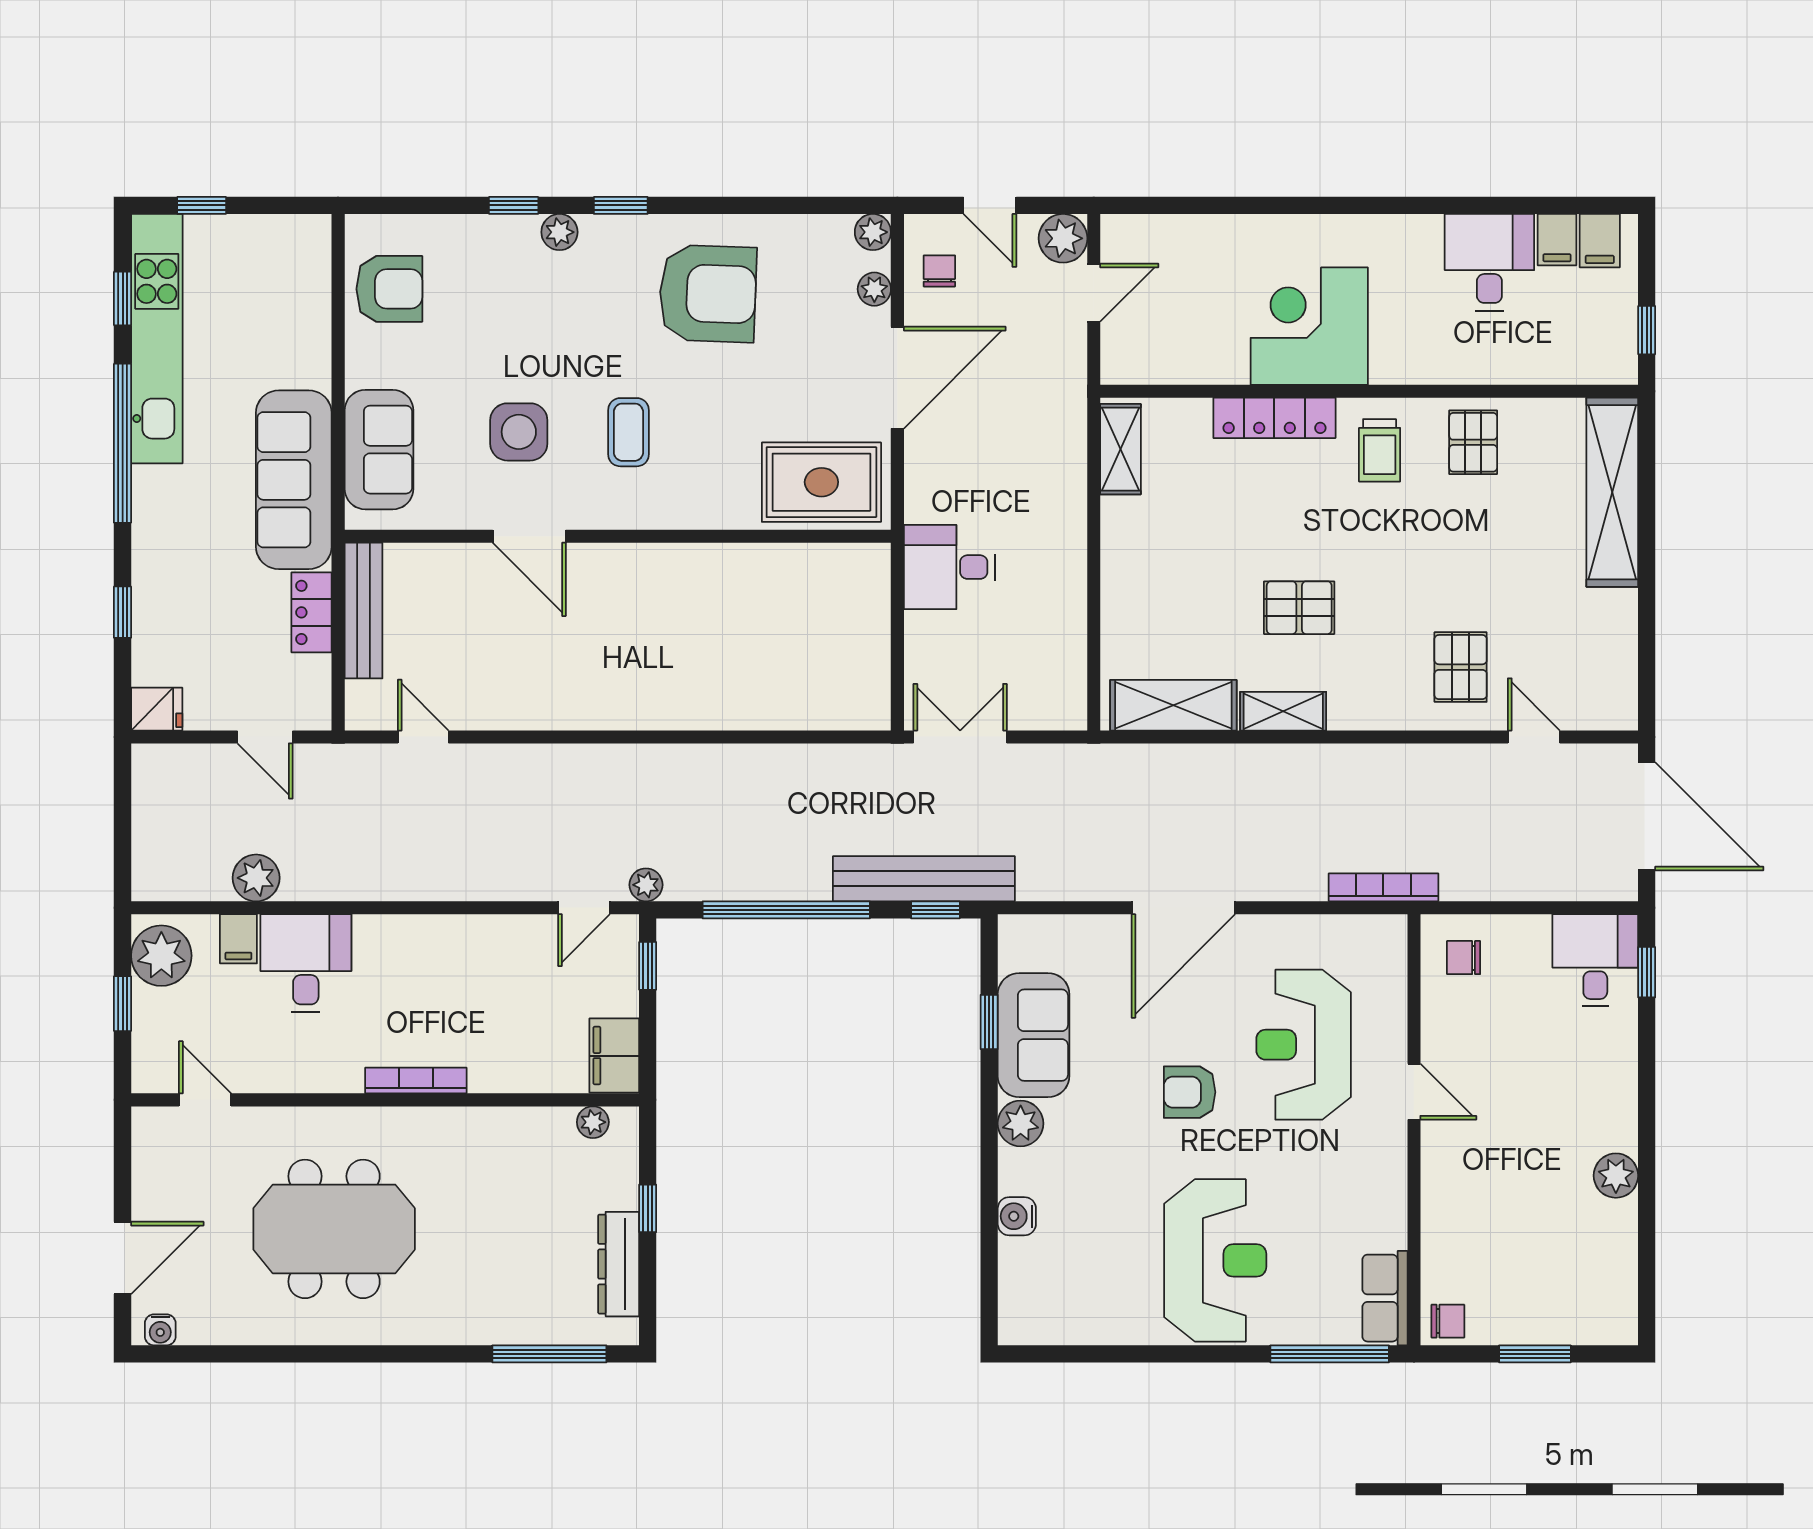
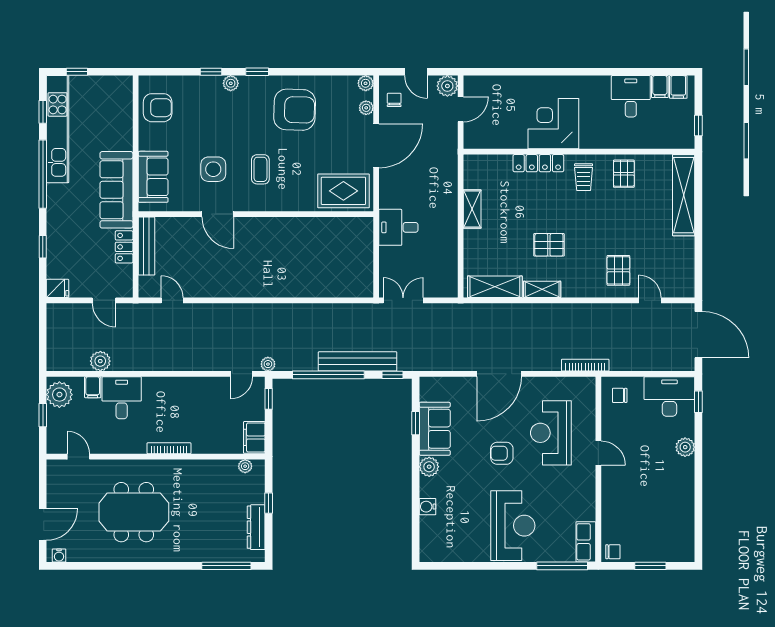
shelving: (1120, 449) -> (472, 209), moved
bench: (924, 879) -> (358, 361), moved
desk: (1595, 960) -> (669, 397), width x1.37
plant: (1616, 1176) -> (685, 447), moved

